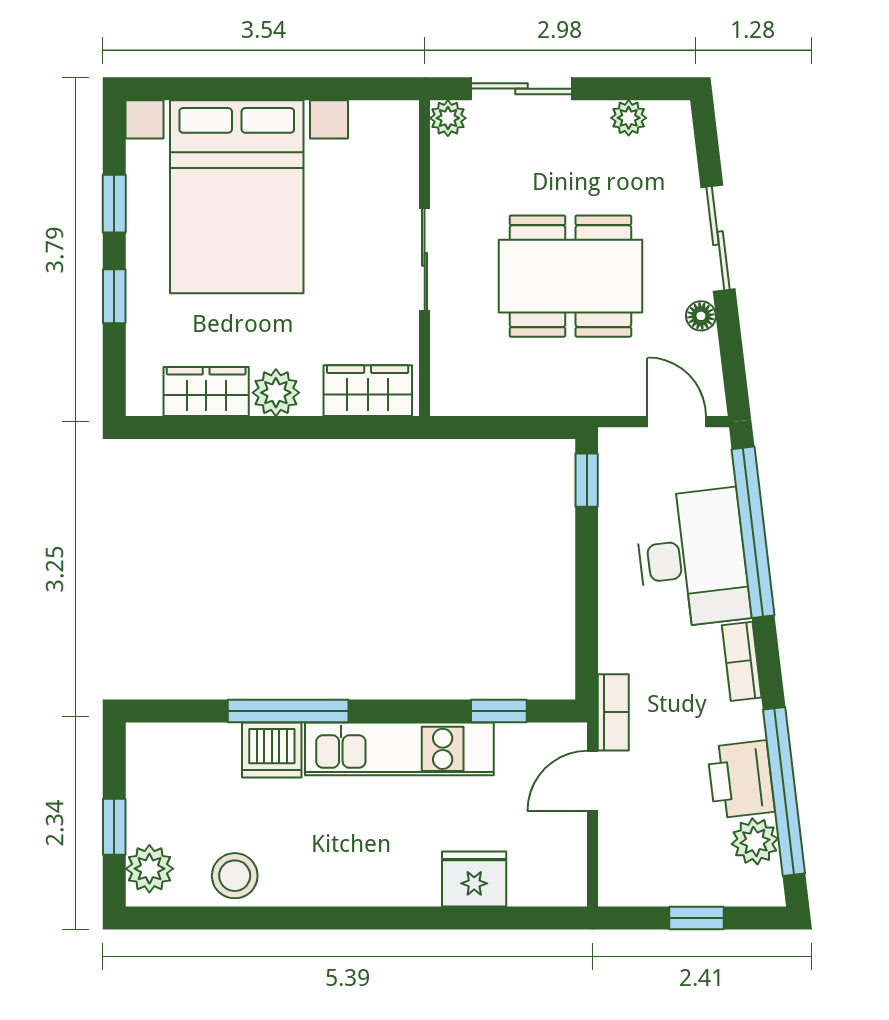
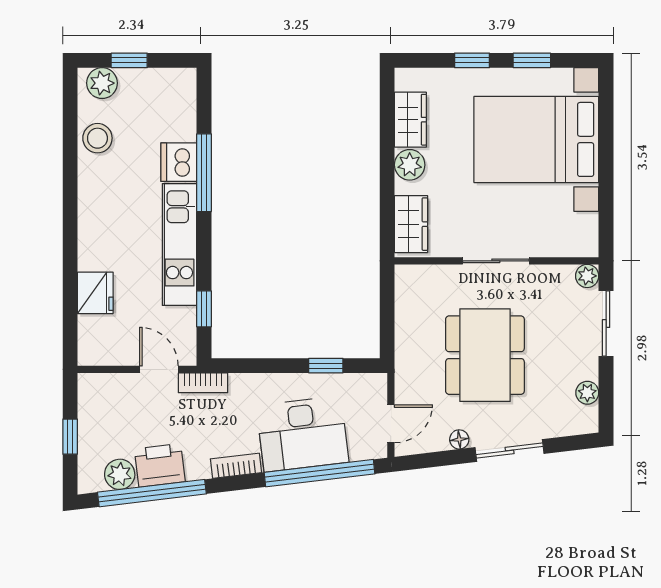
window: (587, 480) -> (326, 366), moved

